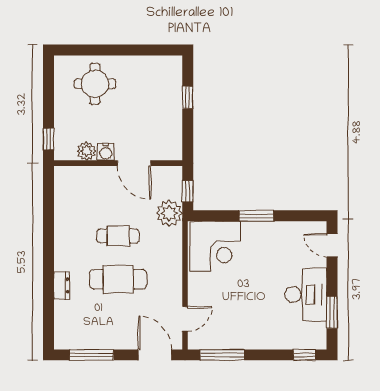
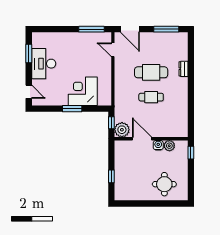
plant: (169, 213) -> (122, 130), moved
corner desk: (215, 246) -> (83, 91), moved
door: (185, 319) -> (113, 50), hinge flipped
window: (305, 355) -> (44, 29), removed

